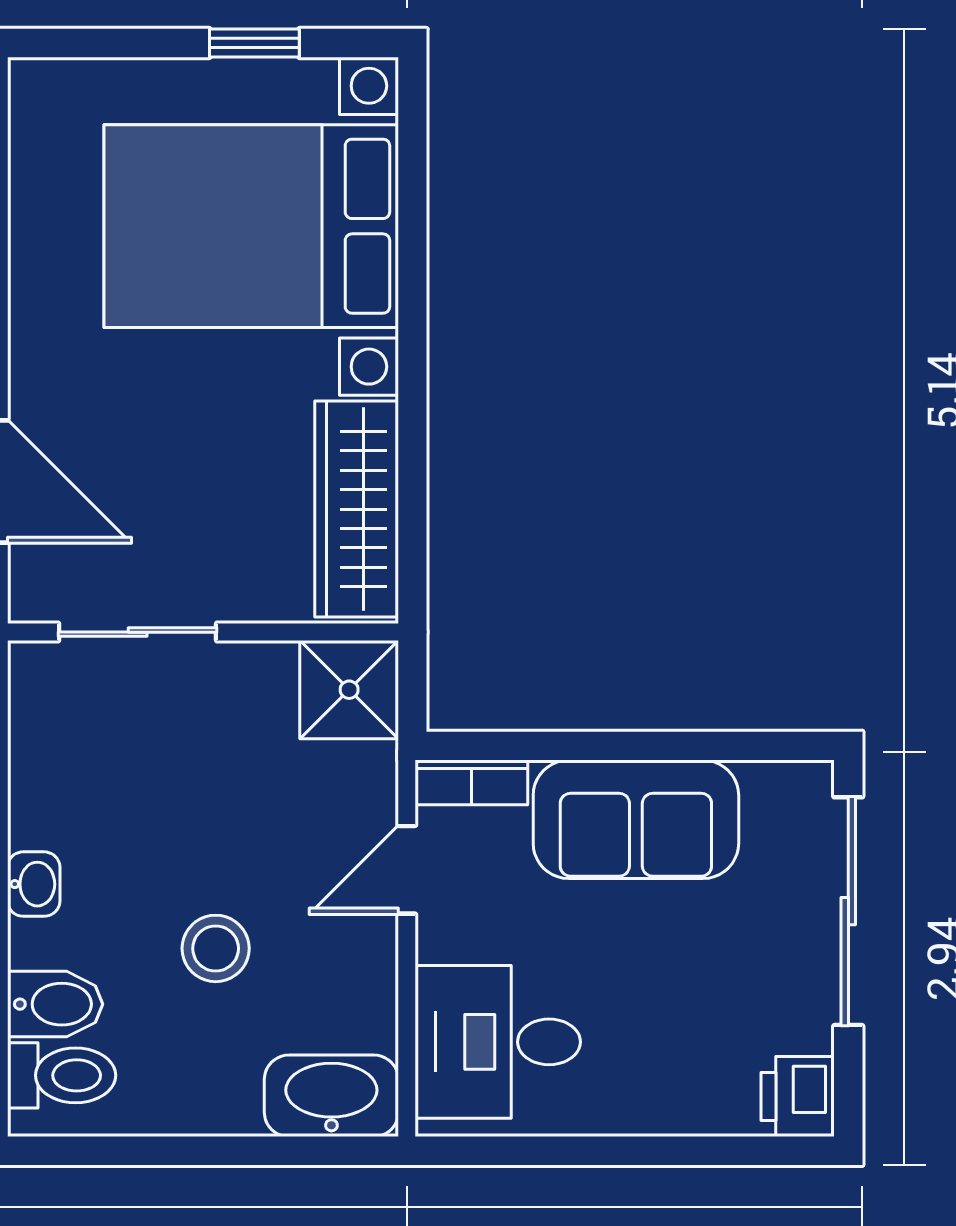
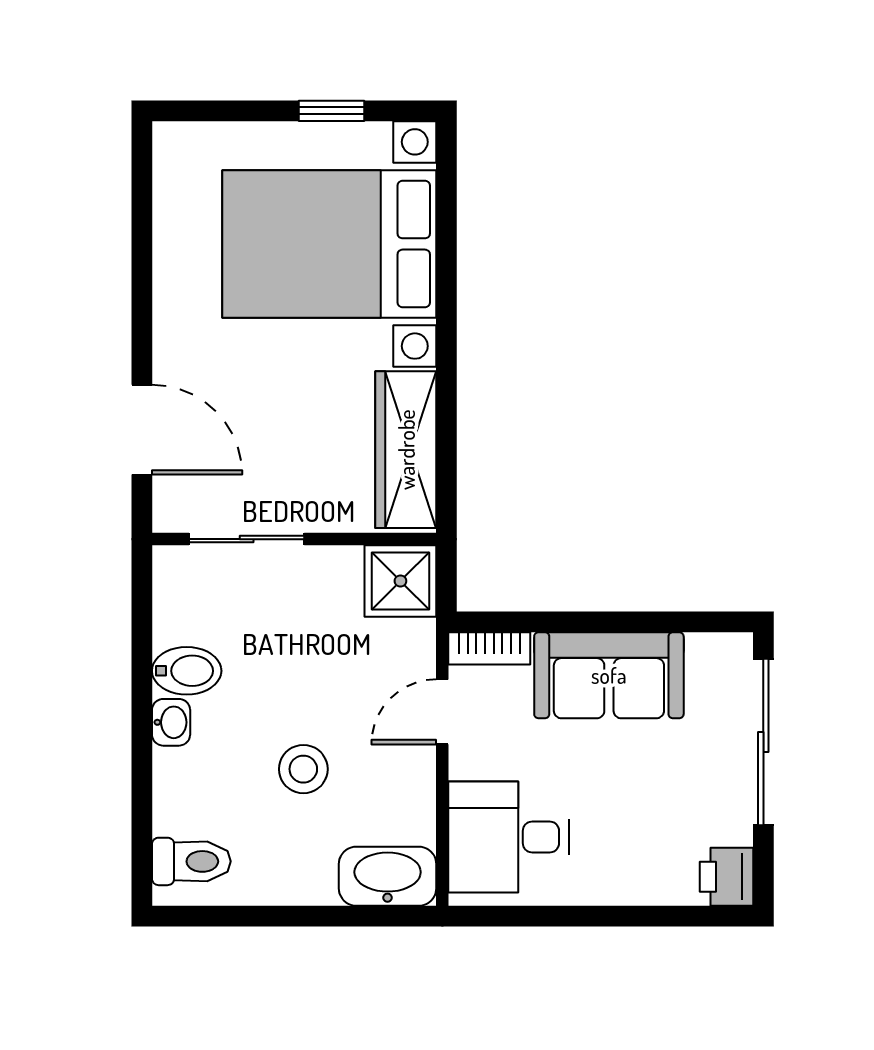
bidet: (55, 1004) -> (187, 671), moved

